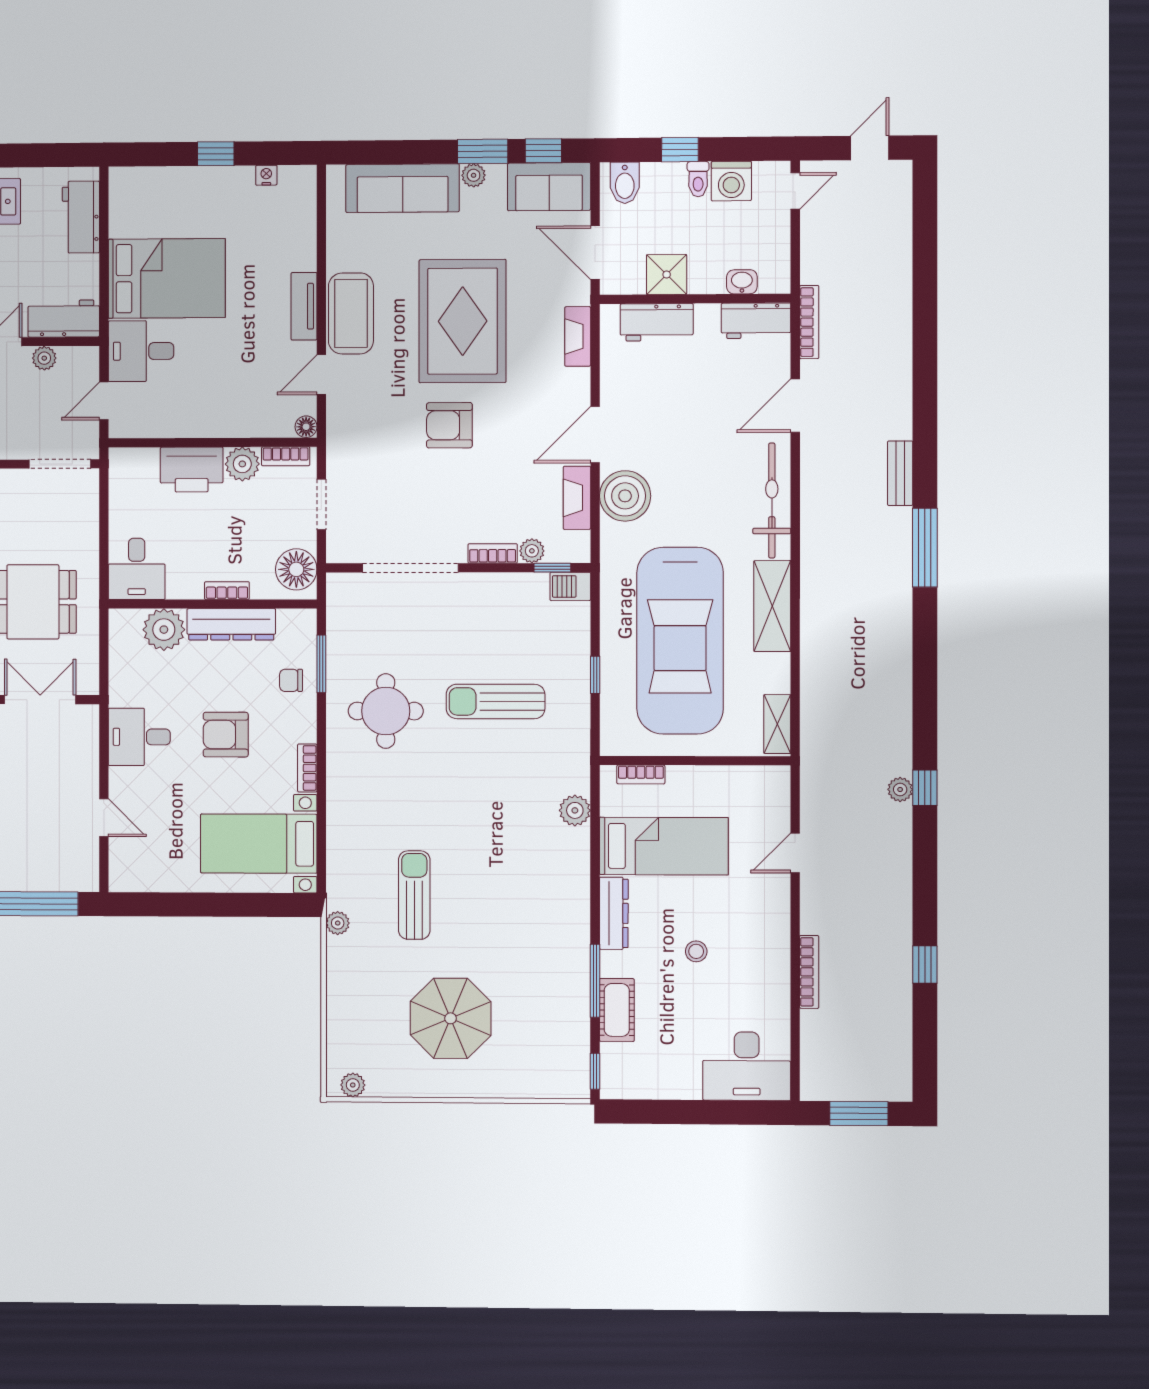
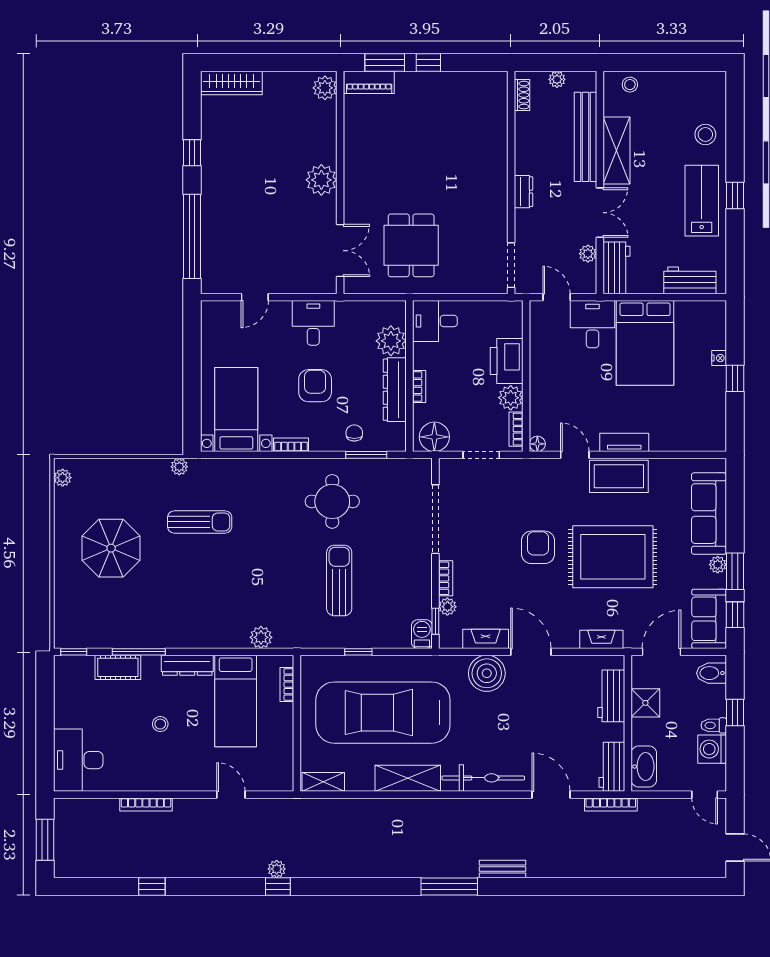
nightstand: (266, 175) -> (719, 358), moved
washbasin: (742, 282) -> (644, 767), width x1.91, depth x1.45

